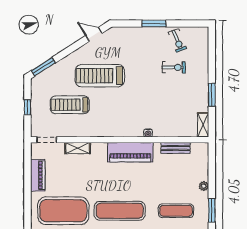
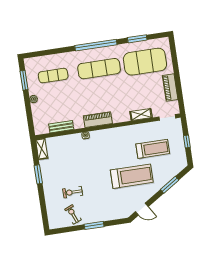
window: (43, 67) -> (170, 185), moved
piano: (130, 152) -> (98, 120), width x0.73, depth x0.75

